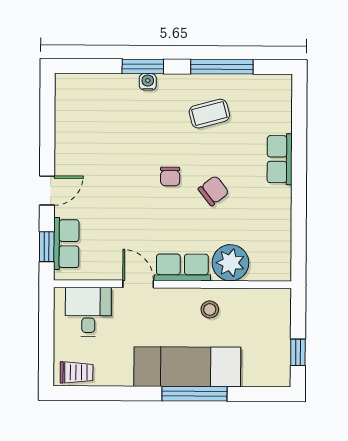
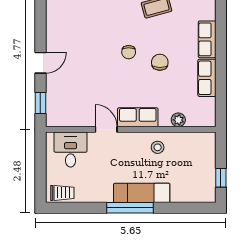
chair: (214, 191) -> (160, 62), turned -51
row of seats: (66, 244) -> (207, 78), moved, turned 180
plant: (230, 263) -> (178, 120), width x0.53, depth x0.53
exam couch: (187, 367) -> (142, 193), width x0.73, depth x0.69
window: (194, 394) -> (130, 208), moved

